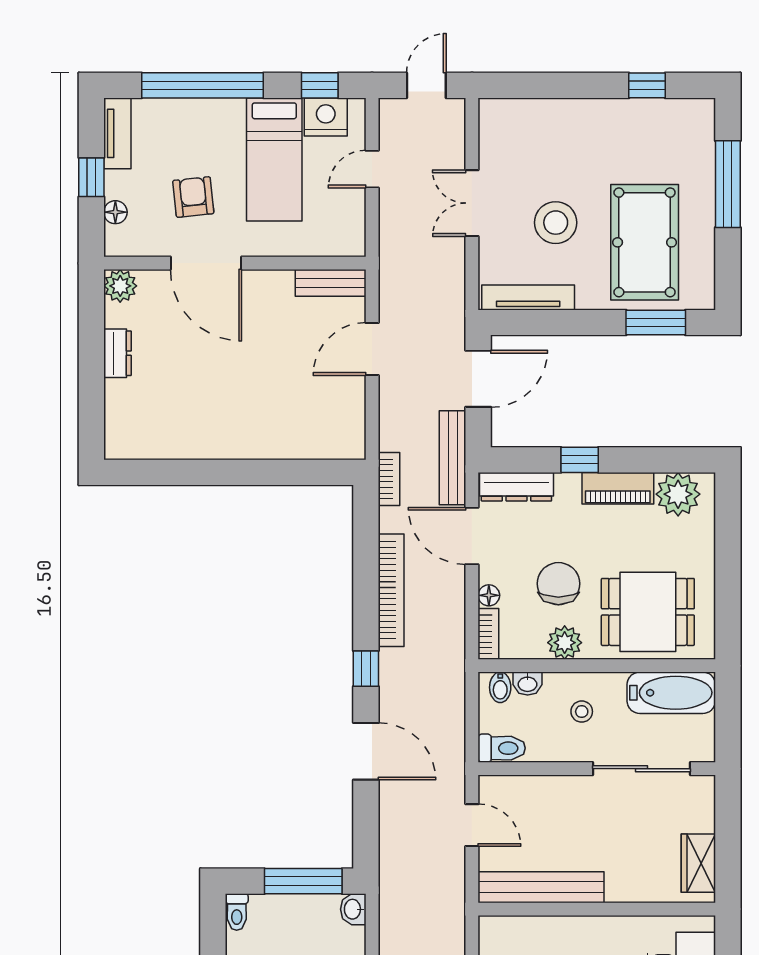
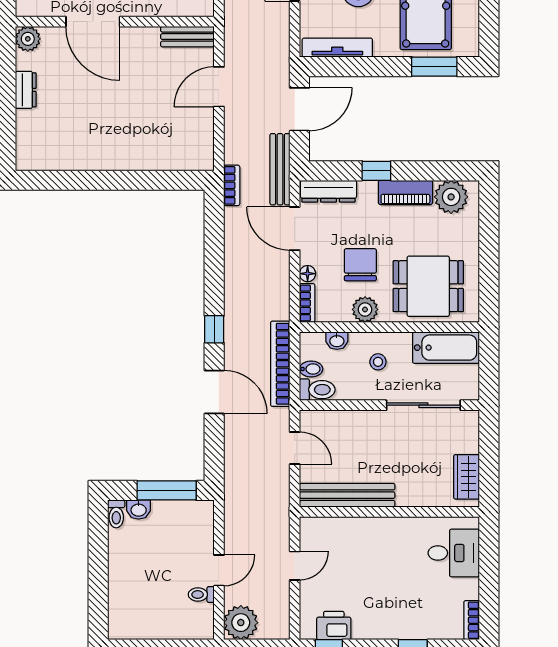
bookcase: (391, 590) -> (280, 364), moved, turned 180
bidet: (500, 687) -> (311, 369), moved, turned -90
washbasin: (353, 909) -> (139, 510), moved, turned -90

